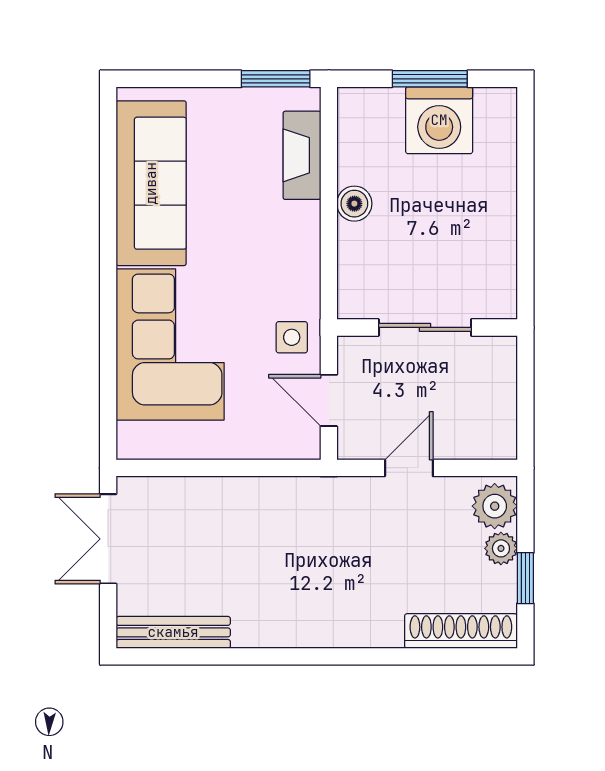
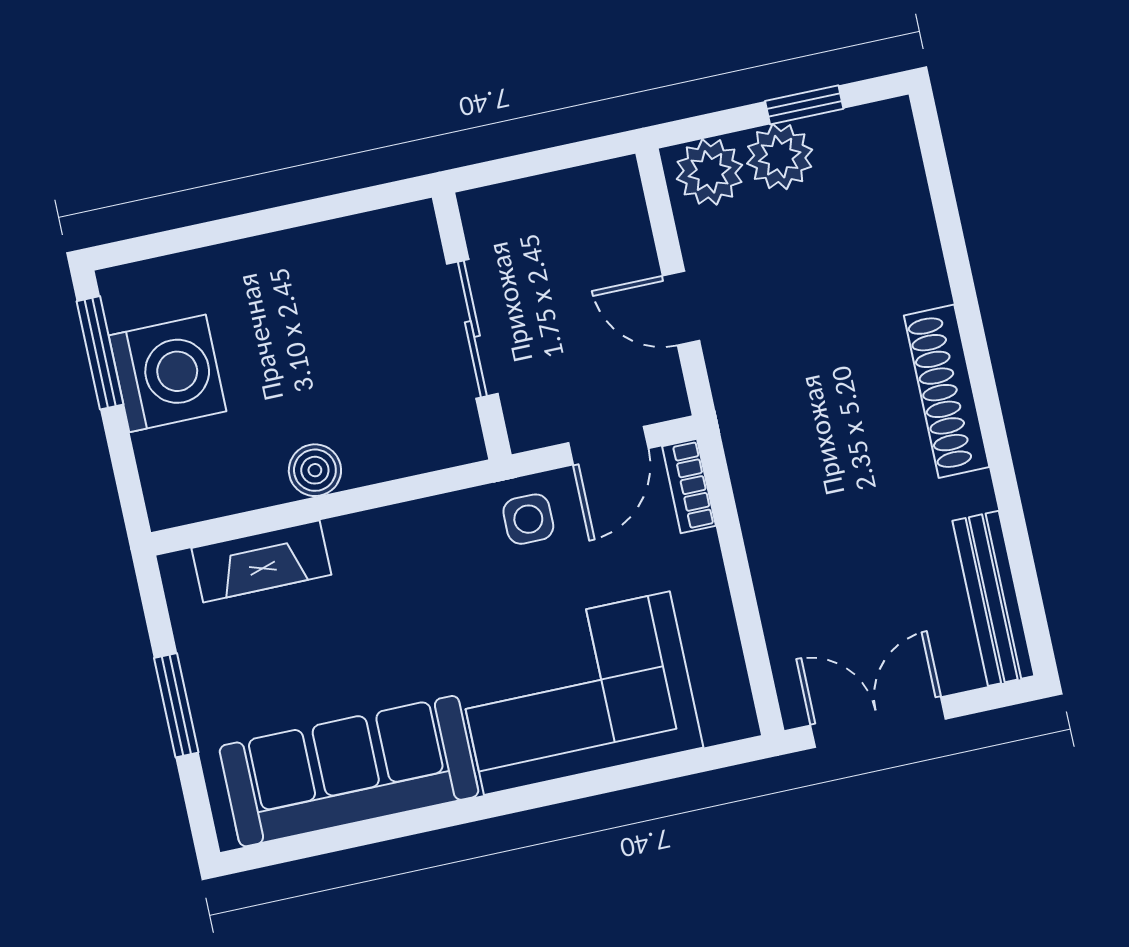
window: (276, 79) -> (176, 705), moved
window: (430, 79) -> (100, 353), moved
bookcase: (291, 448) -> (689, 486), added
double door: (108, 539) -> (878, 722), swing flipped
plant: (501, 548) -> (780, 157), width x1.38, depth x1.38
shoe rack: (461, 631) -> (947, 391), moved

